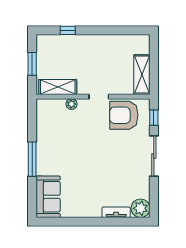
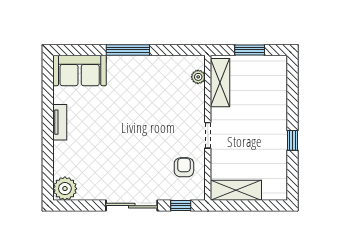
window: (68, 30) -> (292, 140), moved
plant: (72, 104) -> (198, 77), moved
armchair: (124, 115) -> (184, 167), width x0.53, depth x0.53
tv unit: (116, 212) -> (60, 122), moved

